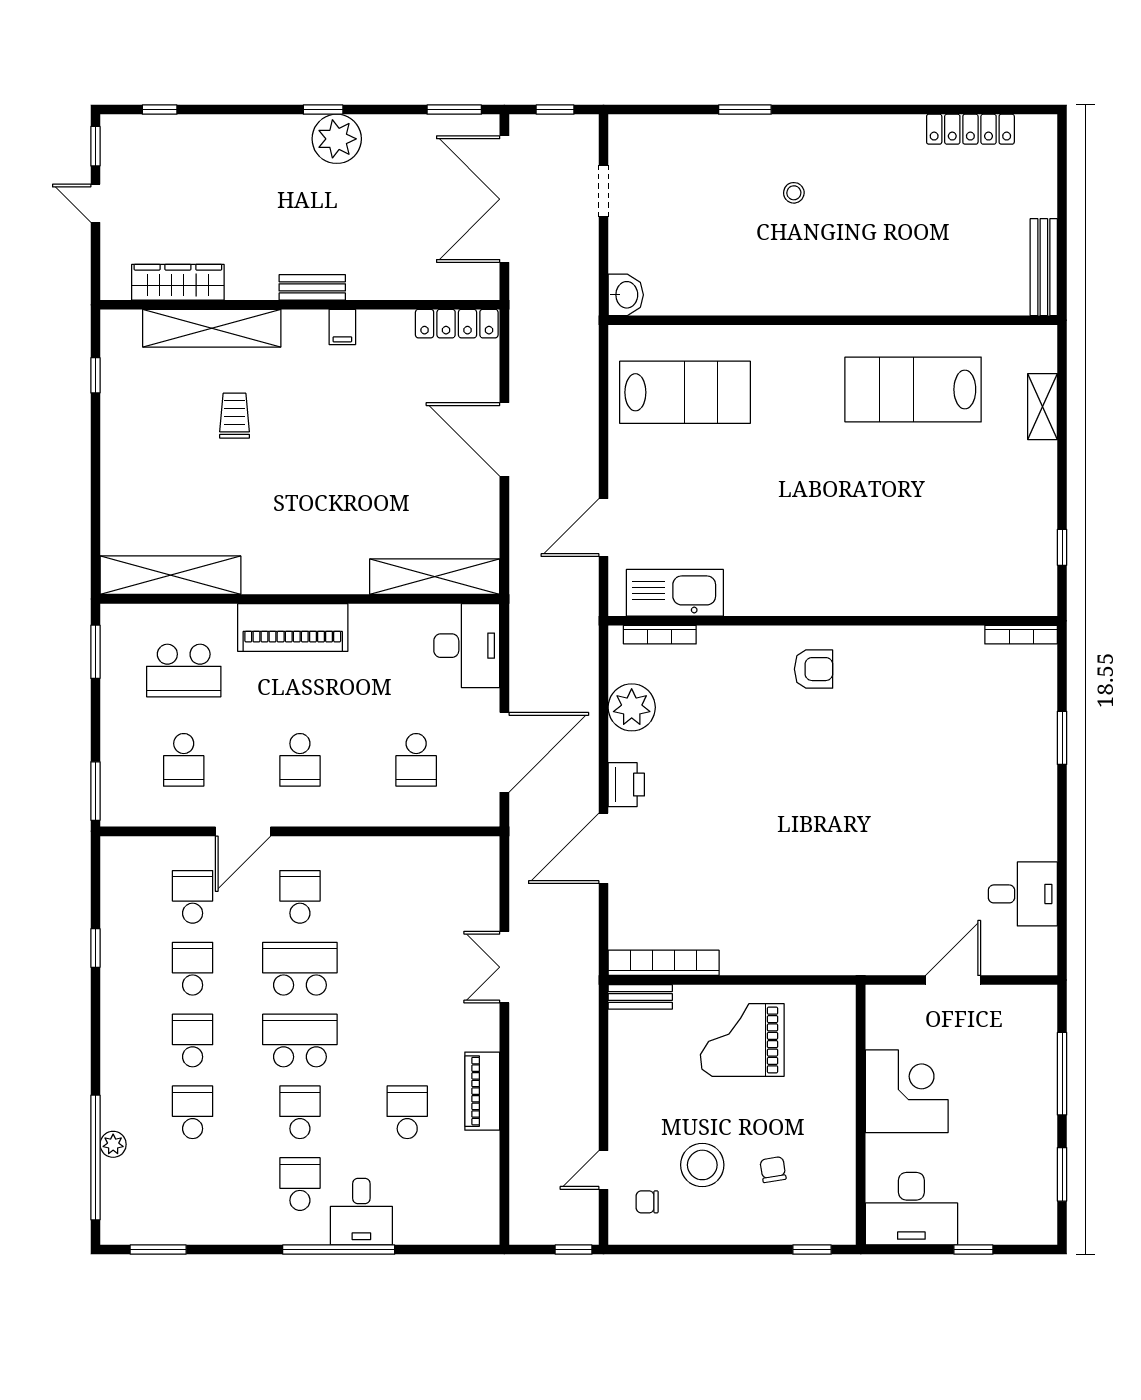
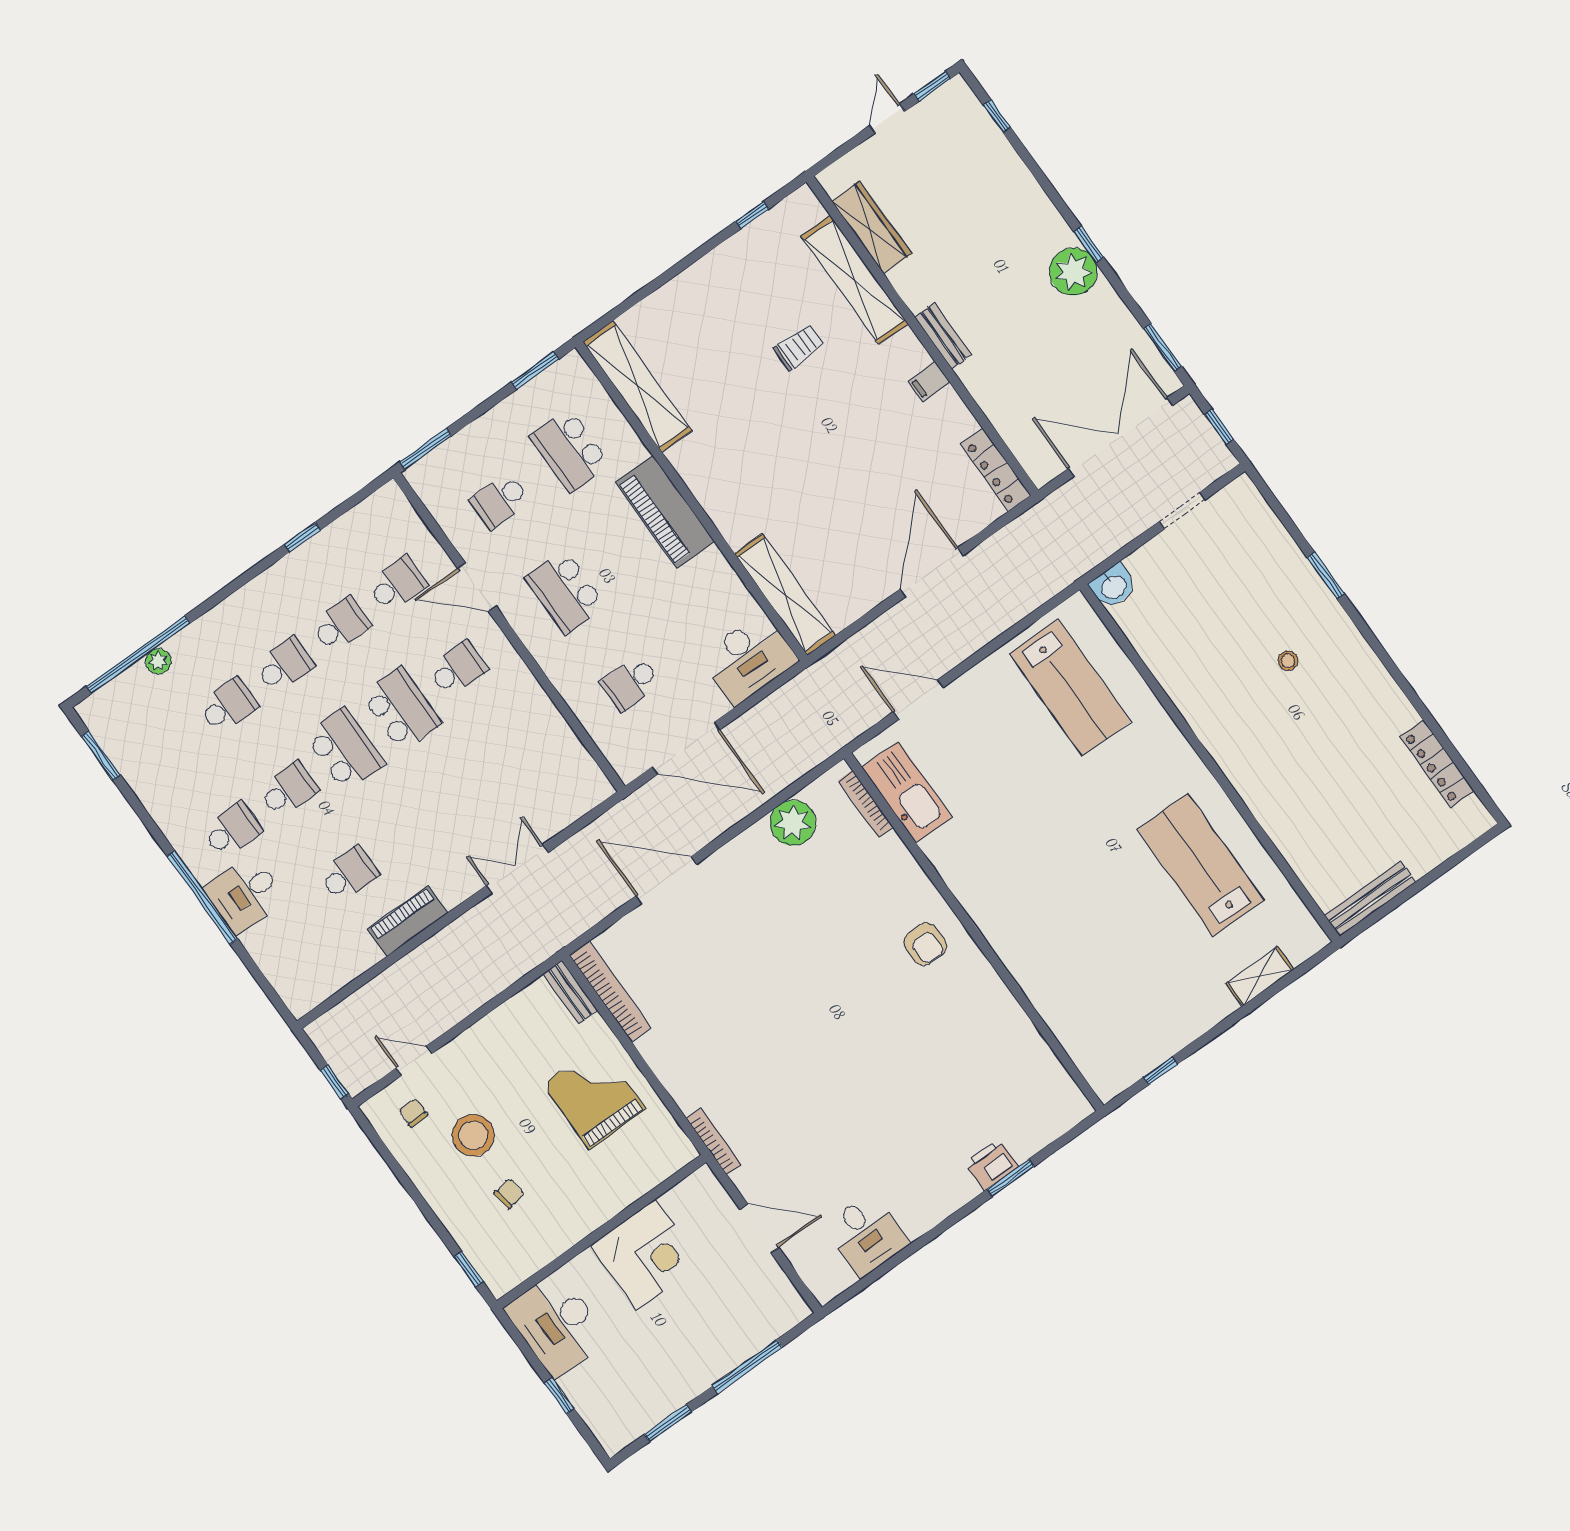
bookcase: (1021, 635) -> (714, 1141), moved, turned 180
school desk: (300, 760) -> (565, 592), width x1.85
printer: (626, 785) -> (991, 1165), moved, turned 180

